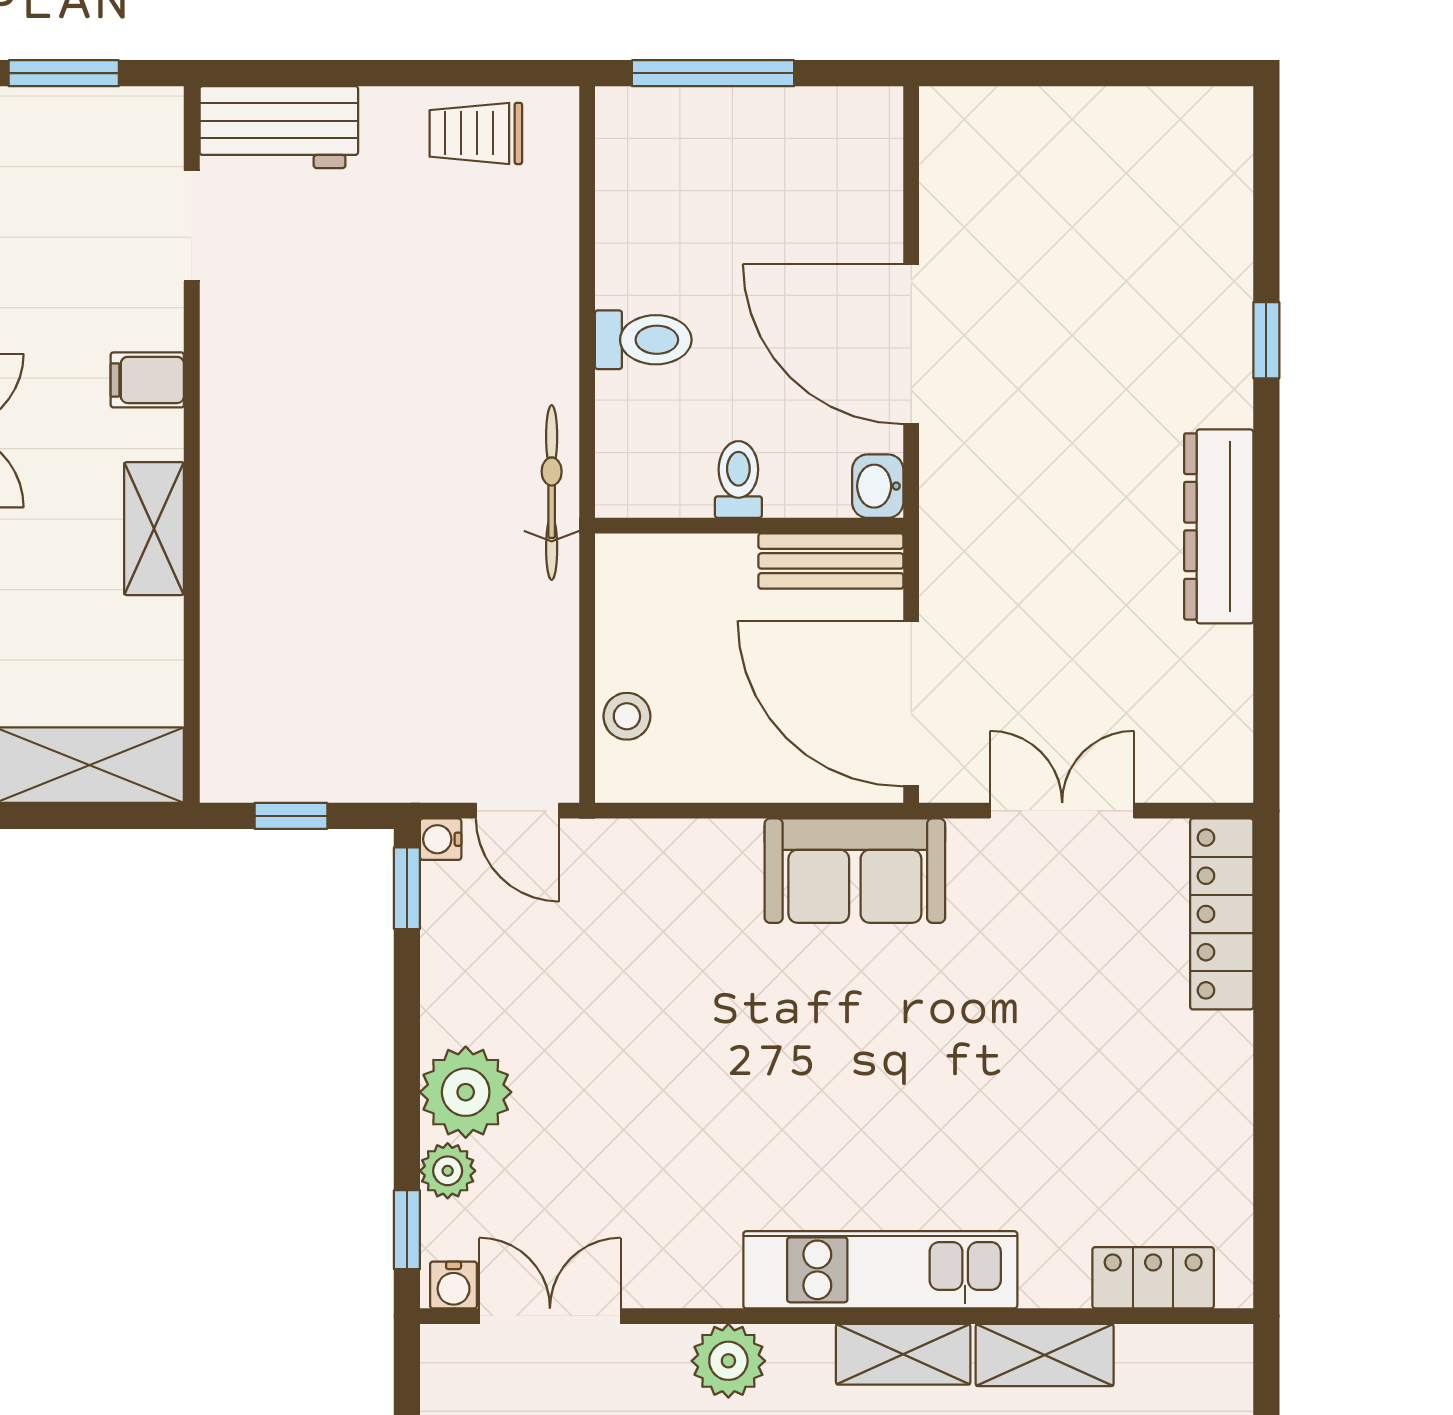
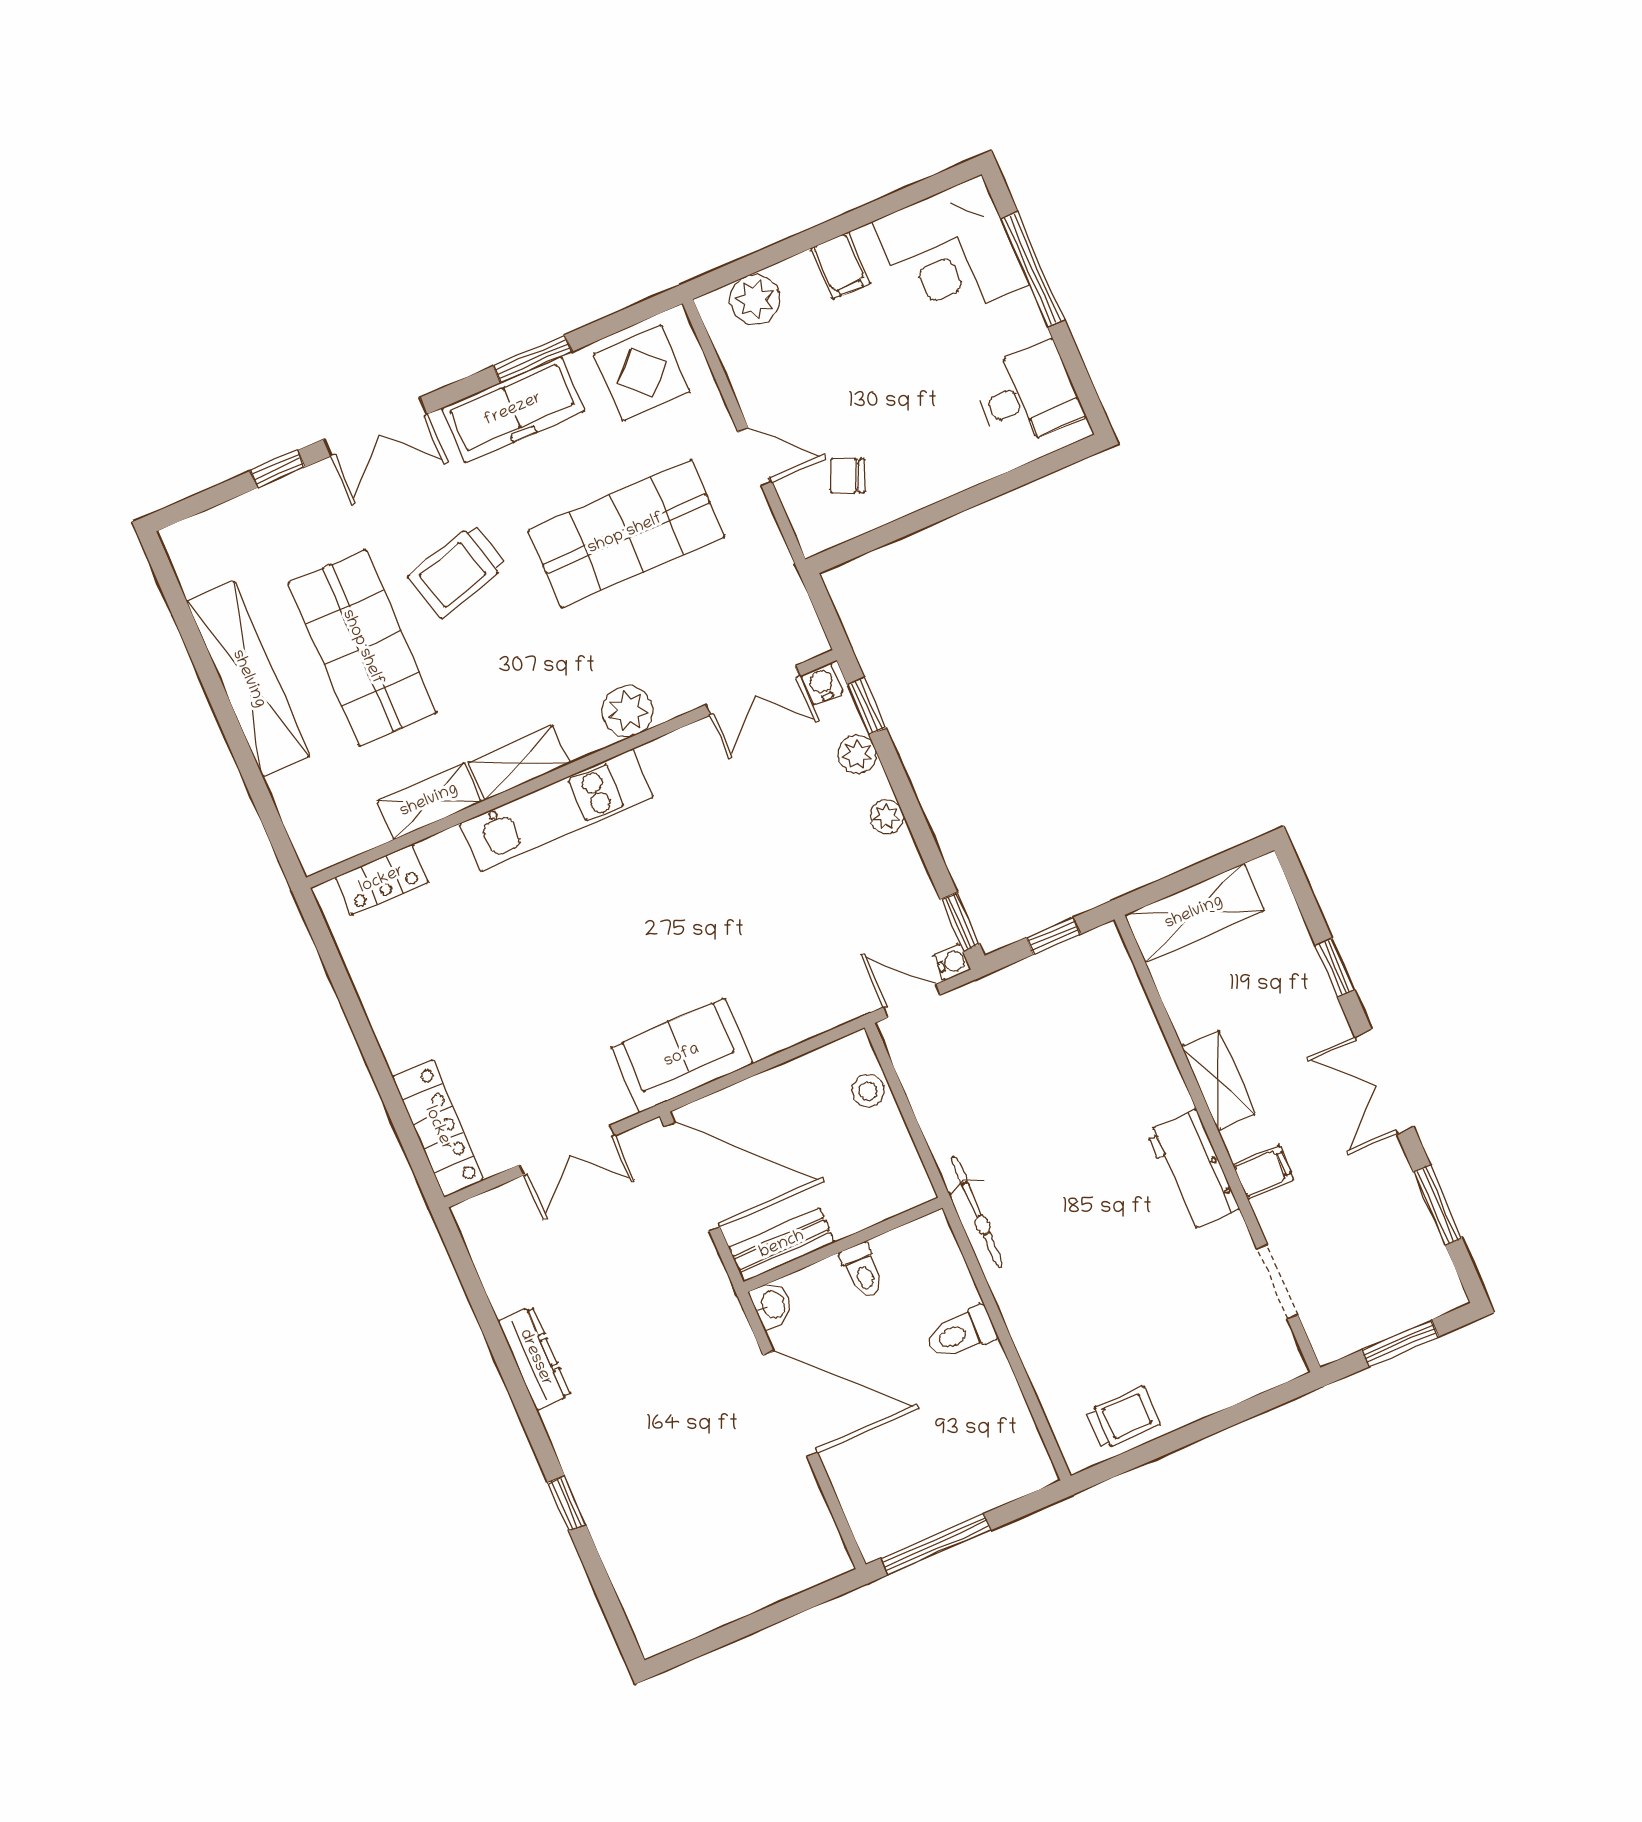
window: (713, 73) -> (936, 1544), moved
workbench: (279, 127) -> (1192, 1170), moved, turned -90
dresser: (1219, 526) -> (535, 1358), width x0.73, depth x0.80
plant: (466, 1092) -> (887, 817), width x0.53, depth x0.53

